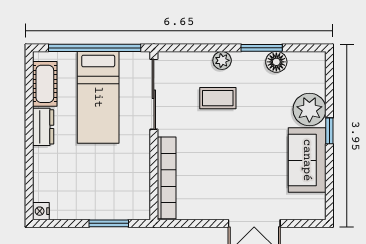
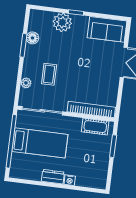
plant: (222, 60) -> (26, 83), moved
cot: (45, 84) -> (95, 127), moved
sofa: (307, 160) -> (107, 29), moved
nightstand: (41, 211) -> (70, 180), moved

